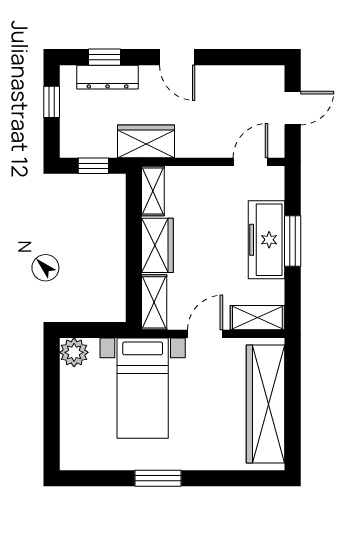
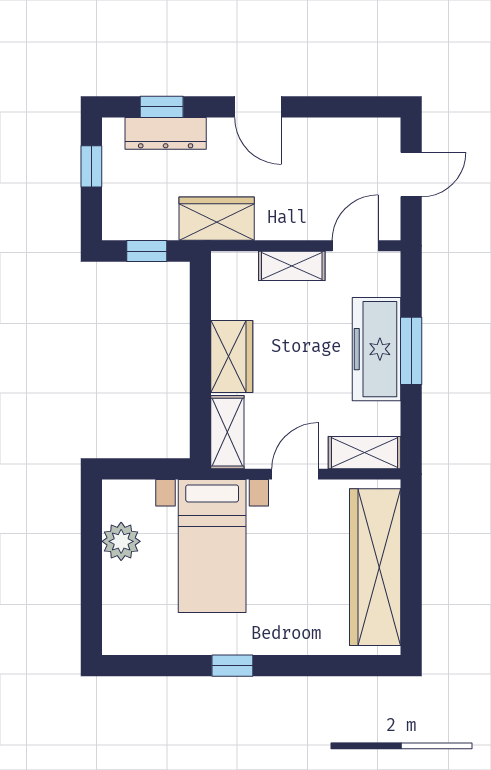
shelving: (153, 191) -> (292, 266), moved, turned 90
plant: (74, 352) -> (121, 541), moved
window: (158, 478) -> (232, 666), width x0.67

